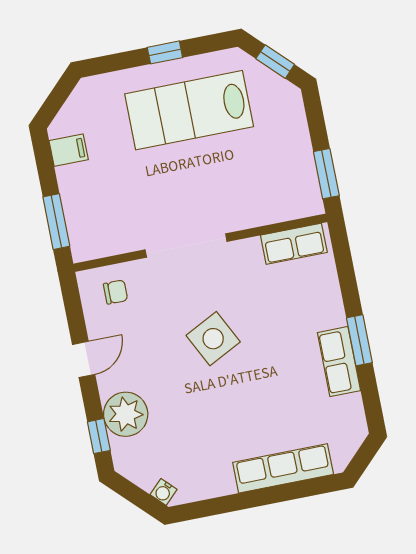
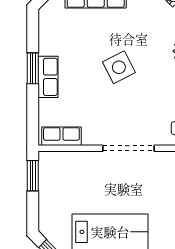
side table: (213, 339) -> (119, 67), moved
row of seats: (339, 362) -> (48, 77), moved

